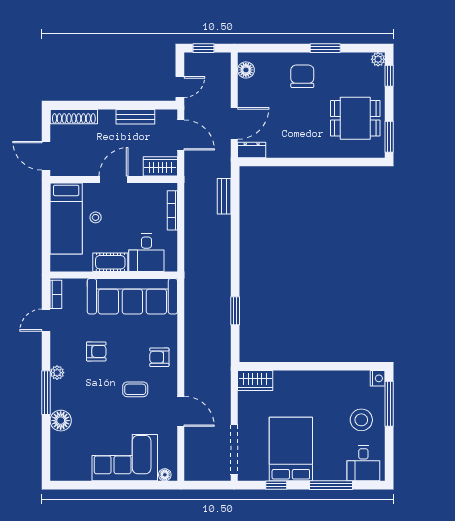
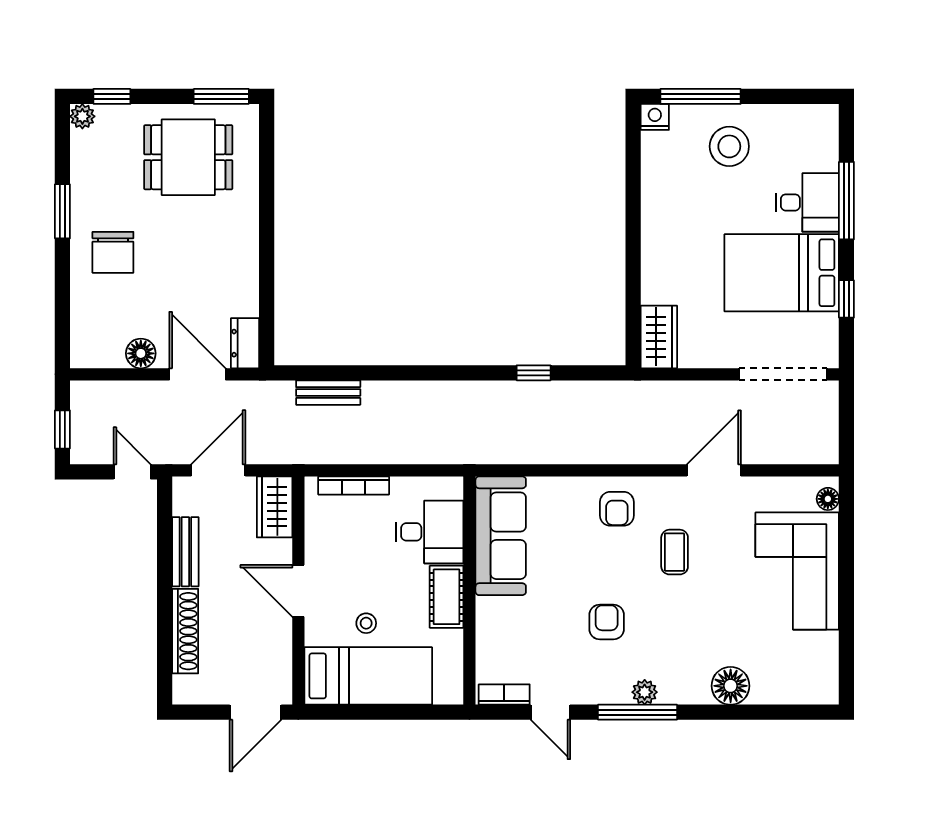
floor lamp: (246, 70) -> (141, 353), moved
chair: (302, 76) -> (113, 252), turned -90
shoe rack: (74, 117) -> (185, 631), moved
dining table: (355, 118) -> (188, 157), turned 90
sofa: (132, 296) -> (501, 536), width x0.74, depth x0.79
window: (235, 311) -> (534, 373), width x0.67
window: (46, 393) -> (637, 712), moved
desk: (363, 463) -> (807, 202), moved

